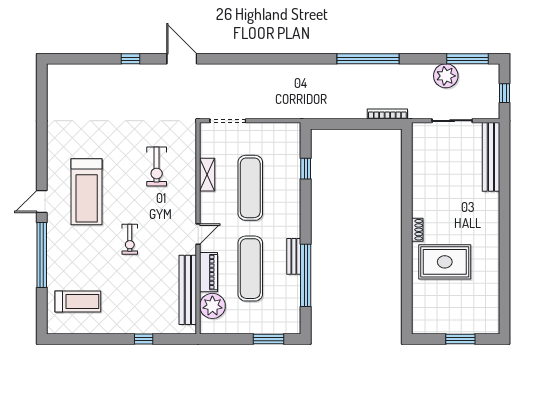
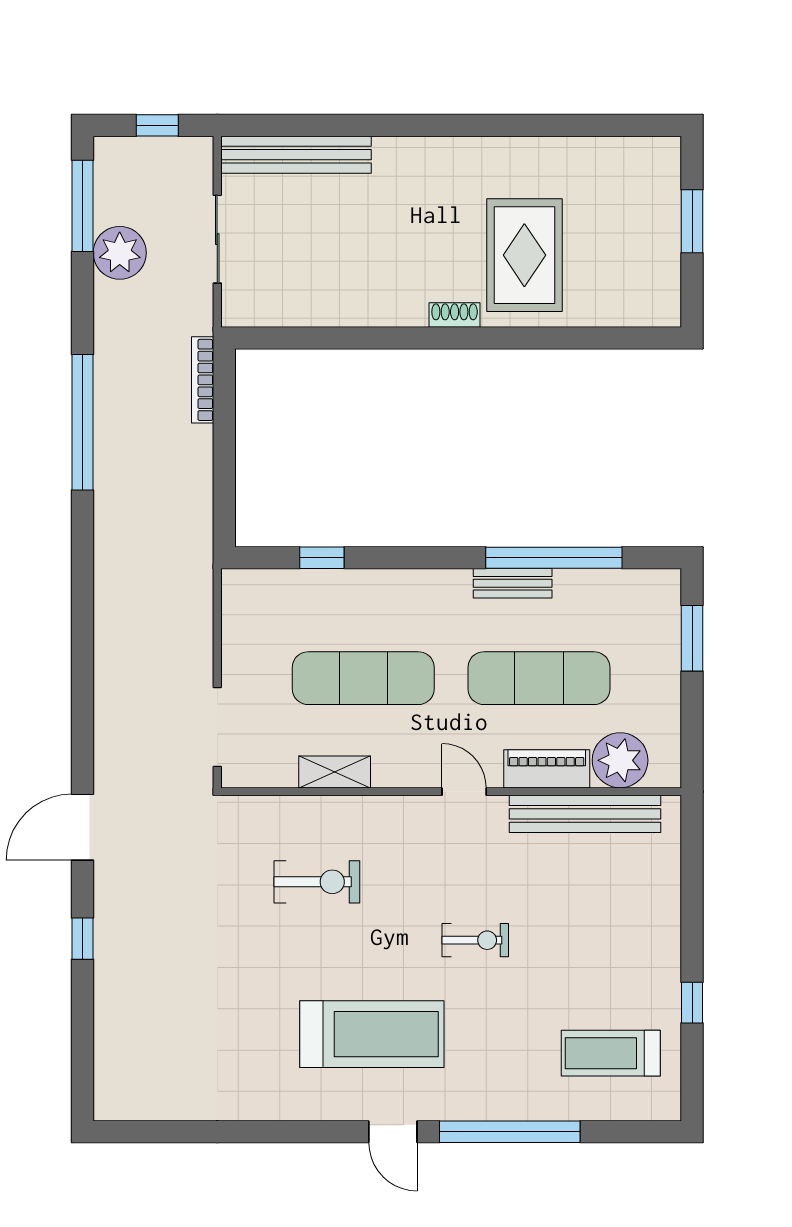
treadmill: (78, 302) -> (611, 1053), turned -90
window: (144, 339) -> (692, 1003), moved

